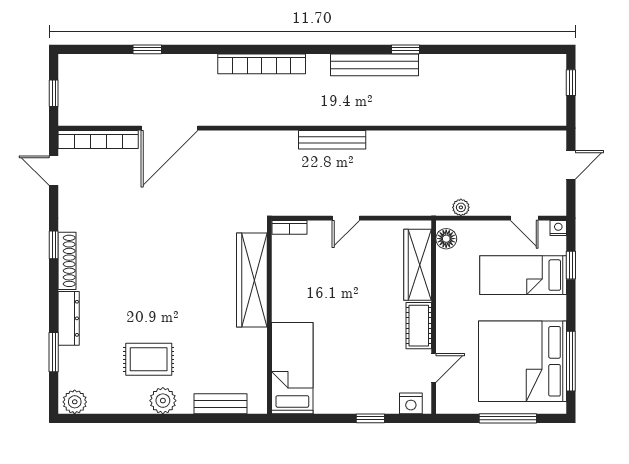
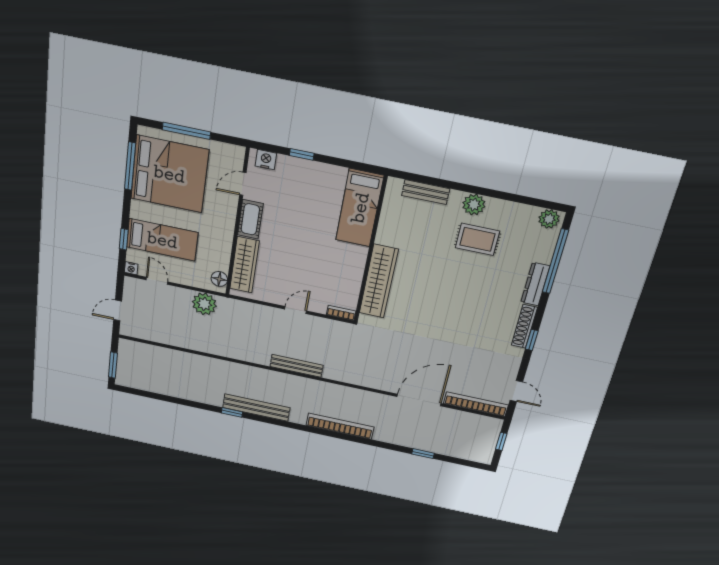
window: (571, 83) -> (113, 365), width x1.50
plant: (461, 207) -> (204, 304), width x1.88, depth x1.88
window: (54, 352) -> (555, 261), width x2.11

